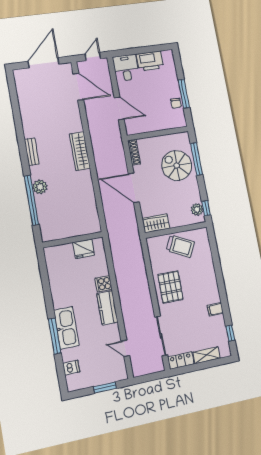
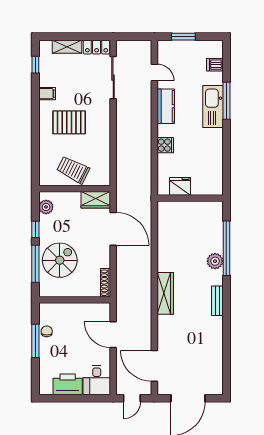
spiral stairs: (177, 165) -> (60, 260), turned -90
door: (134, 188) -> (113, 229), moved
window: (206, 208) -> (35, 229), moved
pallet: (170, 287) -> (69, 122), moved, turned 90
kitchen counter: (107, 308) -> (166, 106), moved

